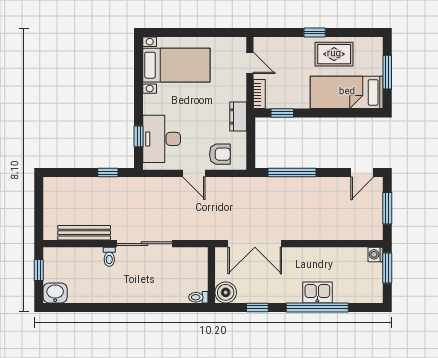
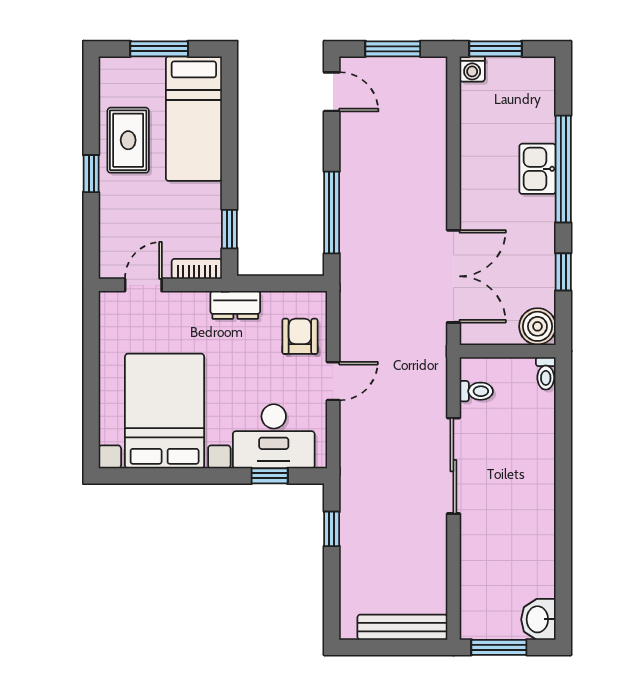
bed with nightstands: (176, 65) -> (165, 411), width x1.36
bench: (84, 233) -> (402, 627), moved, turned 90
toilet: (109, 257) -> (476, 391), moved
window: (39, 270) -> (499, 647), width x1.50

